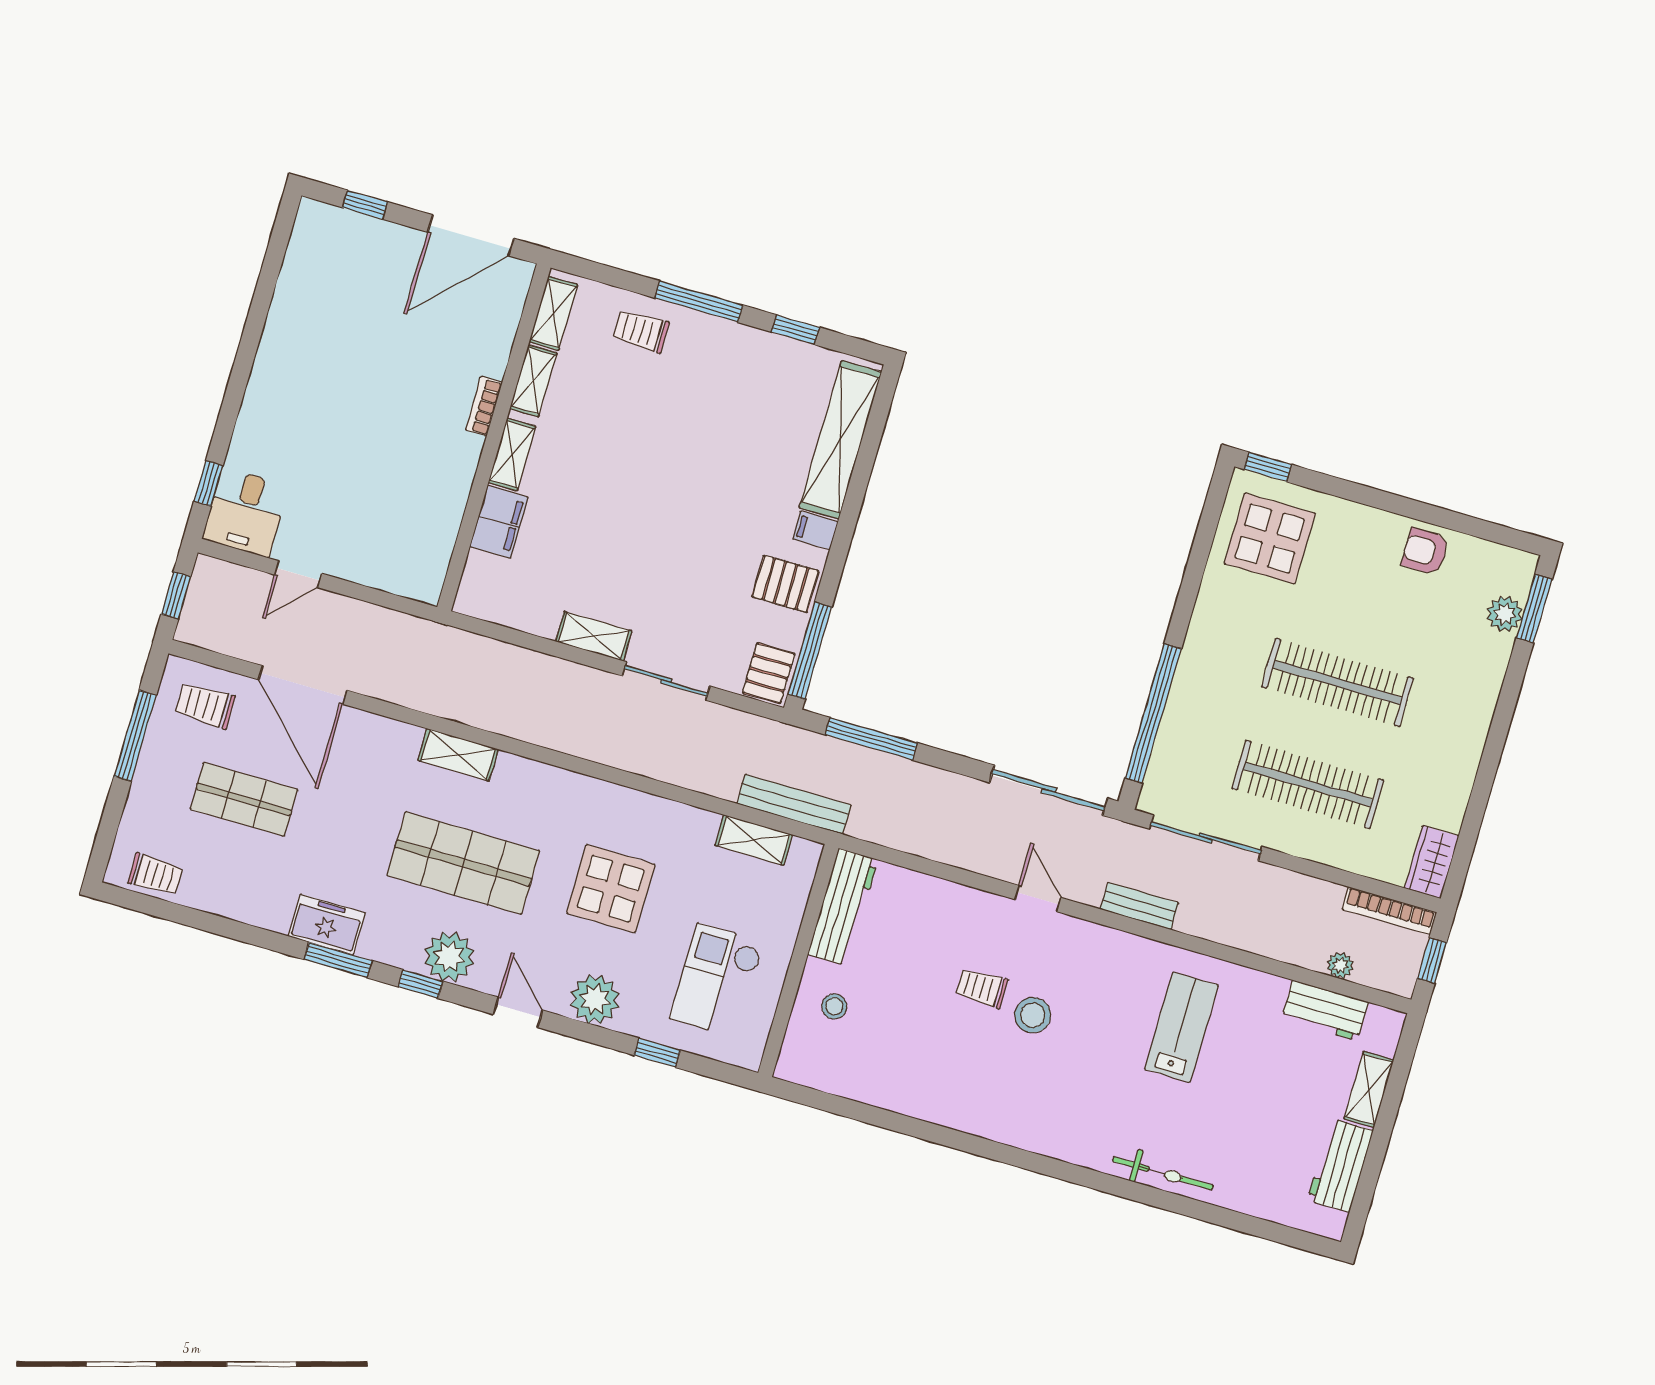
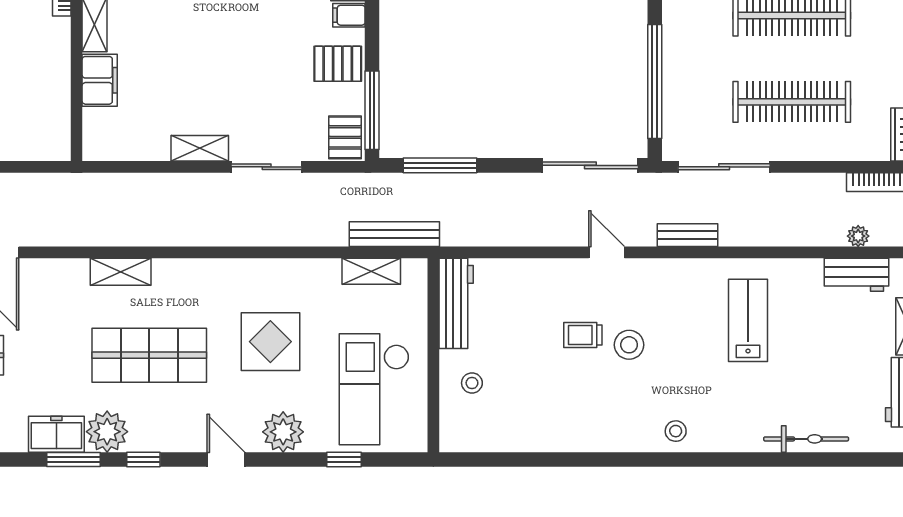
plant: (449, 957) -> (107, 432), moved
checkout: (717, 980) -> (374, 389), width x1.36, depth x1.21
stool: (1058, 1133) -> (676, 431), added
bicycle: (1163, 1173) -> (806, 439), moved

